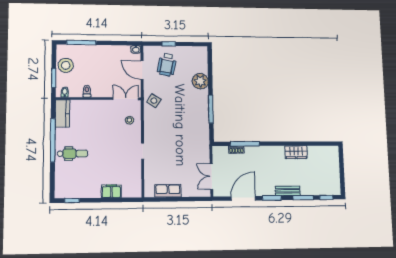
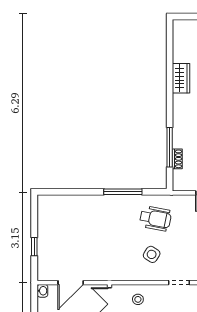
wheelchair: (167, 65) -> (155, 218), moved
plant: (200, 81) -> (85, 205), removed
side table: (154, 101) -> (152, 254), moved

